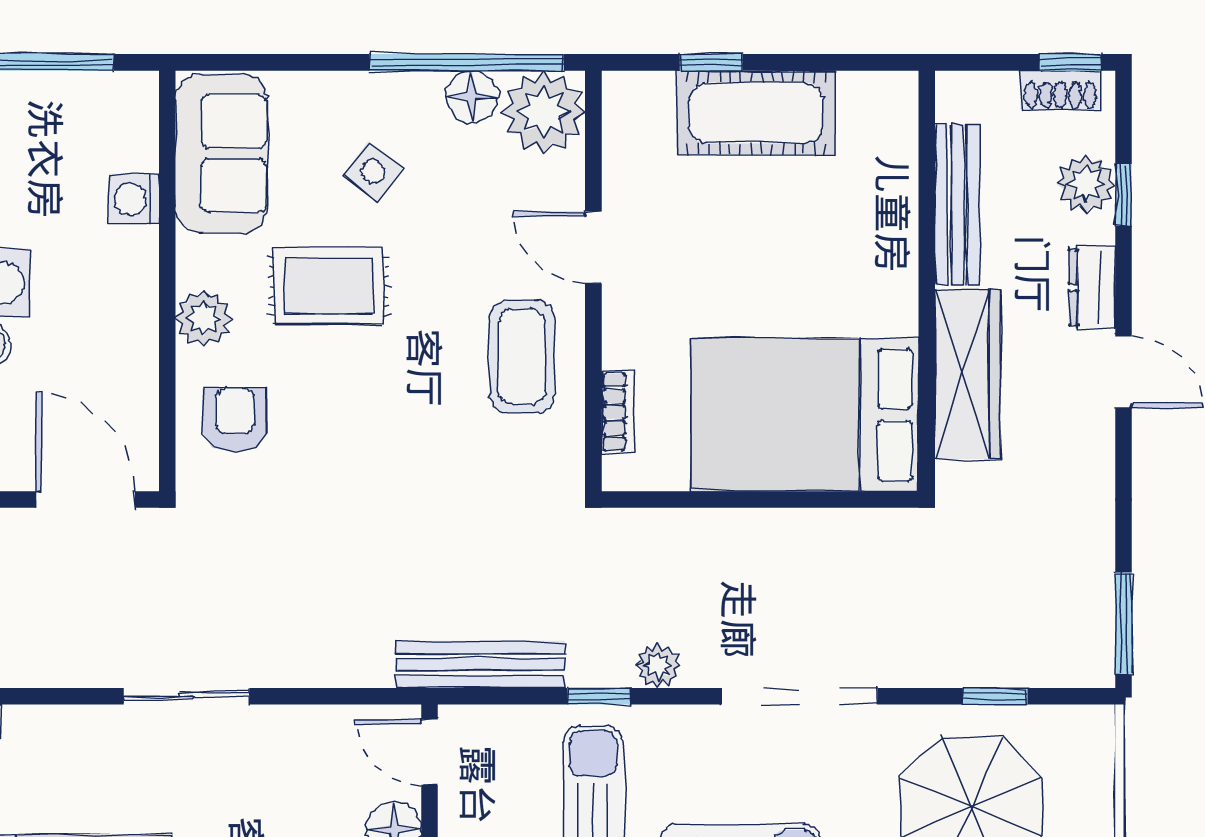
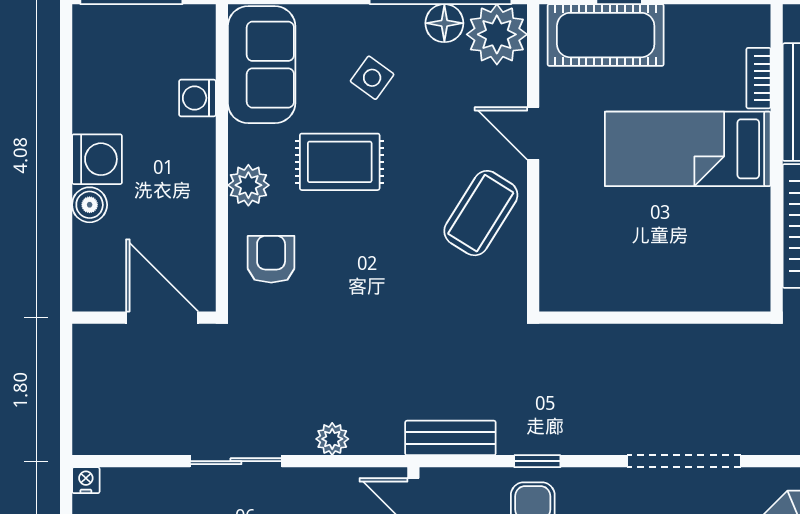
cot: (756, 113) -> (606, 35), moved
coffee table: (522, 357) -> (481, 213), turned 32
bookcase: (618, 412) -> (759, 78), moved, turned 180
bed: (805, 415) -> (688, 149), moved, width x0.67
bench: (480, 664) -> (450, 438), width x0.73
plant: (658, 666) -> (332, 439), moved

